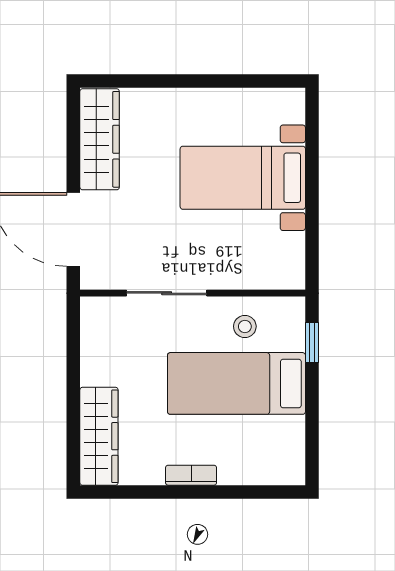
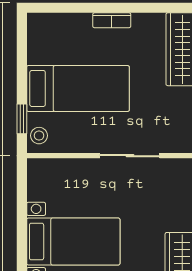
stool: (245, 326) -> (39, 136), moved

